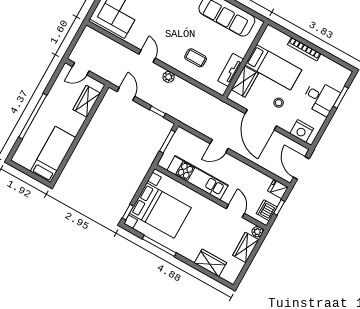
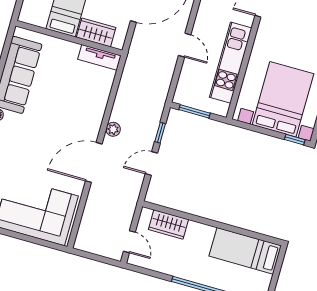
door: (147, 56) -> (94, 162), width x1.87
coffee table: (196, 58) -> (81, 101), removed
tv unit: (231, 70) -> (99, 57), moved
door: (126, 94) -> (151, 163), moved

